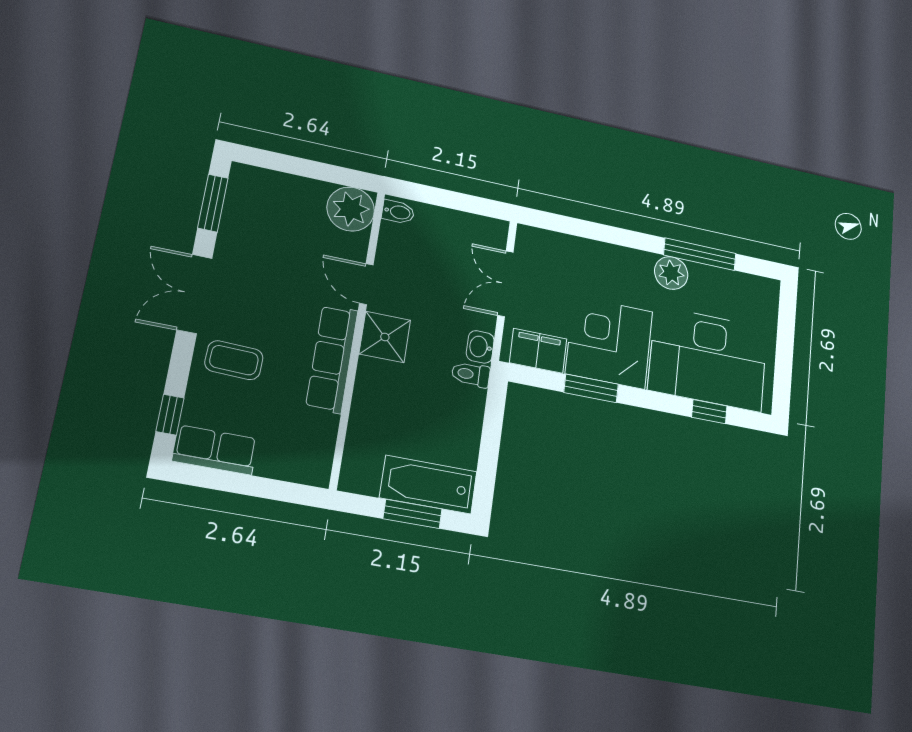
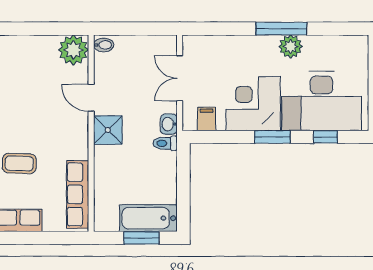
window: (700, 254) -> (281, 29), moved
filing cabinet: (538, 351) -> (207, 119), width x0.50
row of seats: (332, 359) -> (78, 194), moved
window: (591, 388) -> (272, 137), moved

